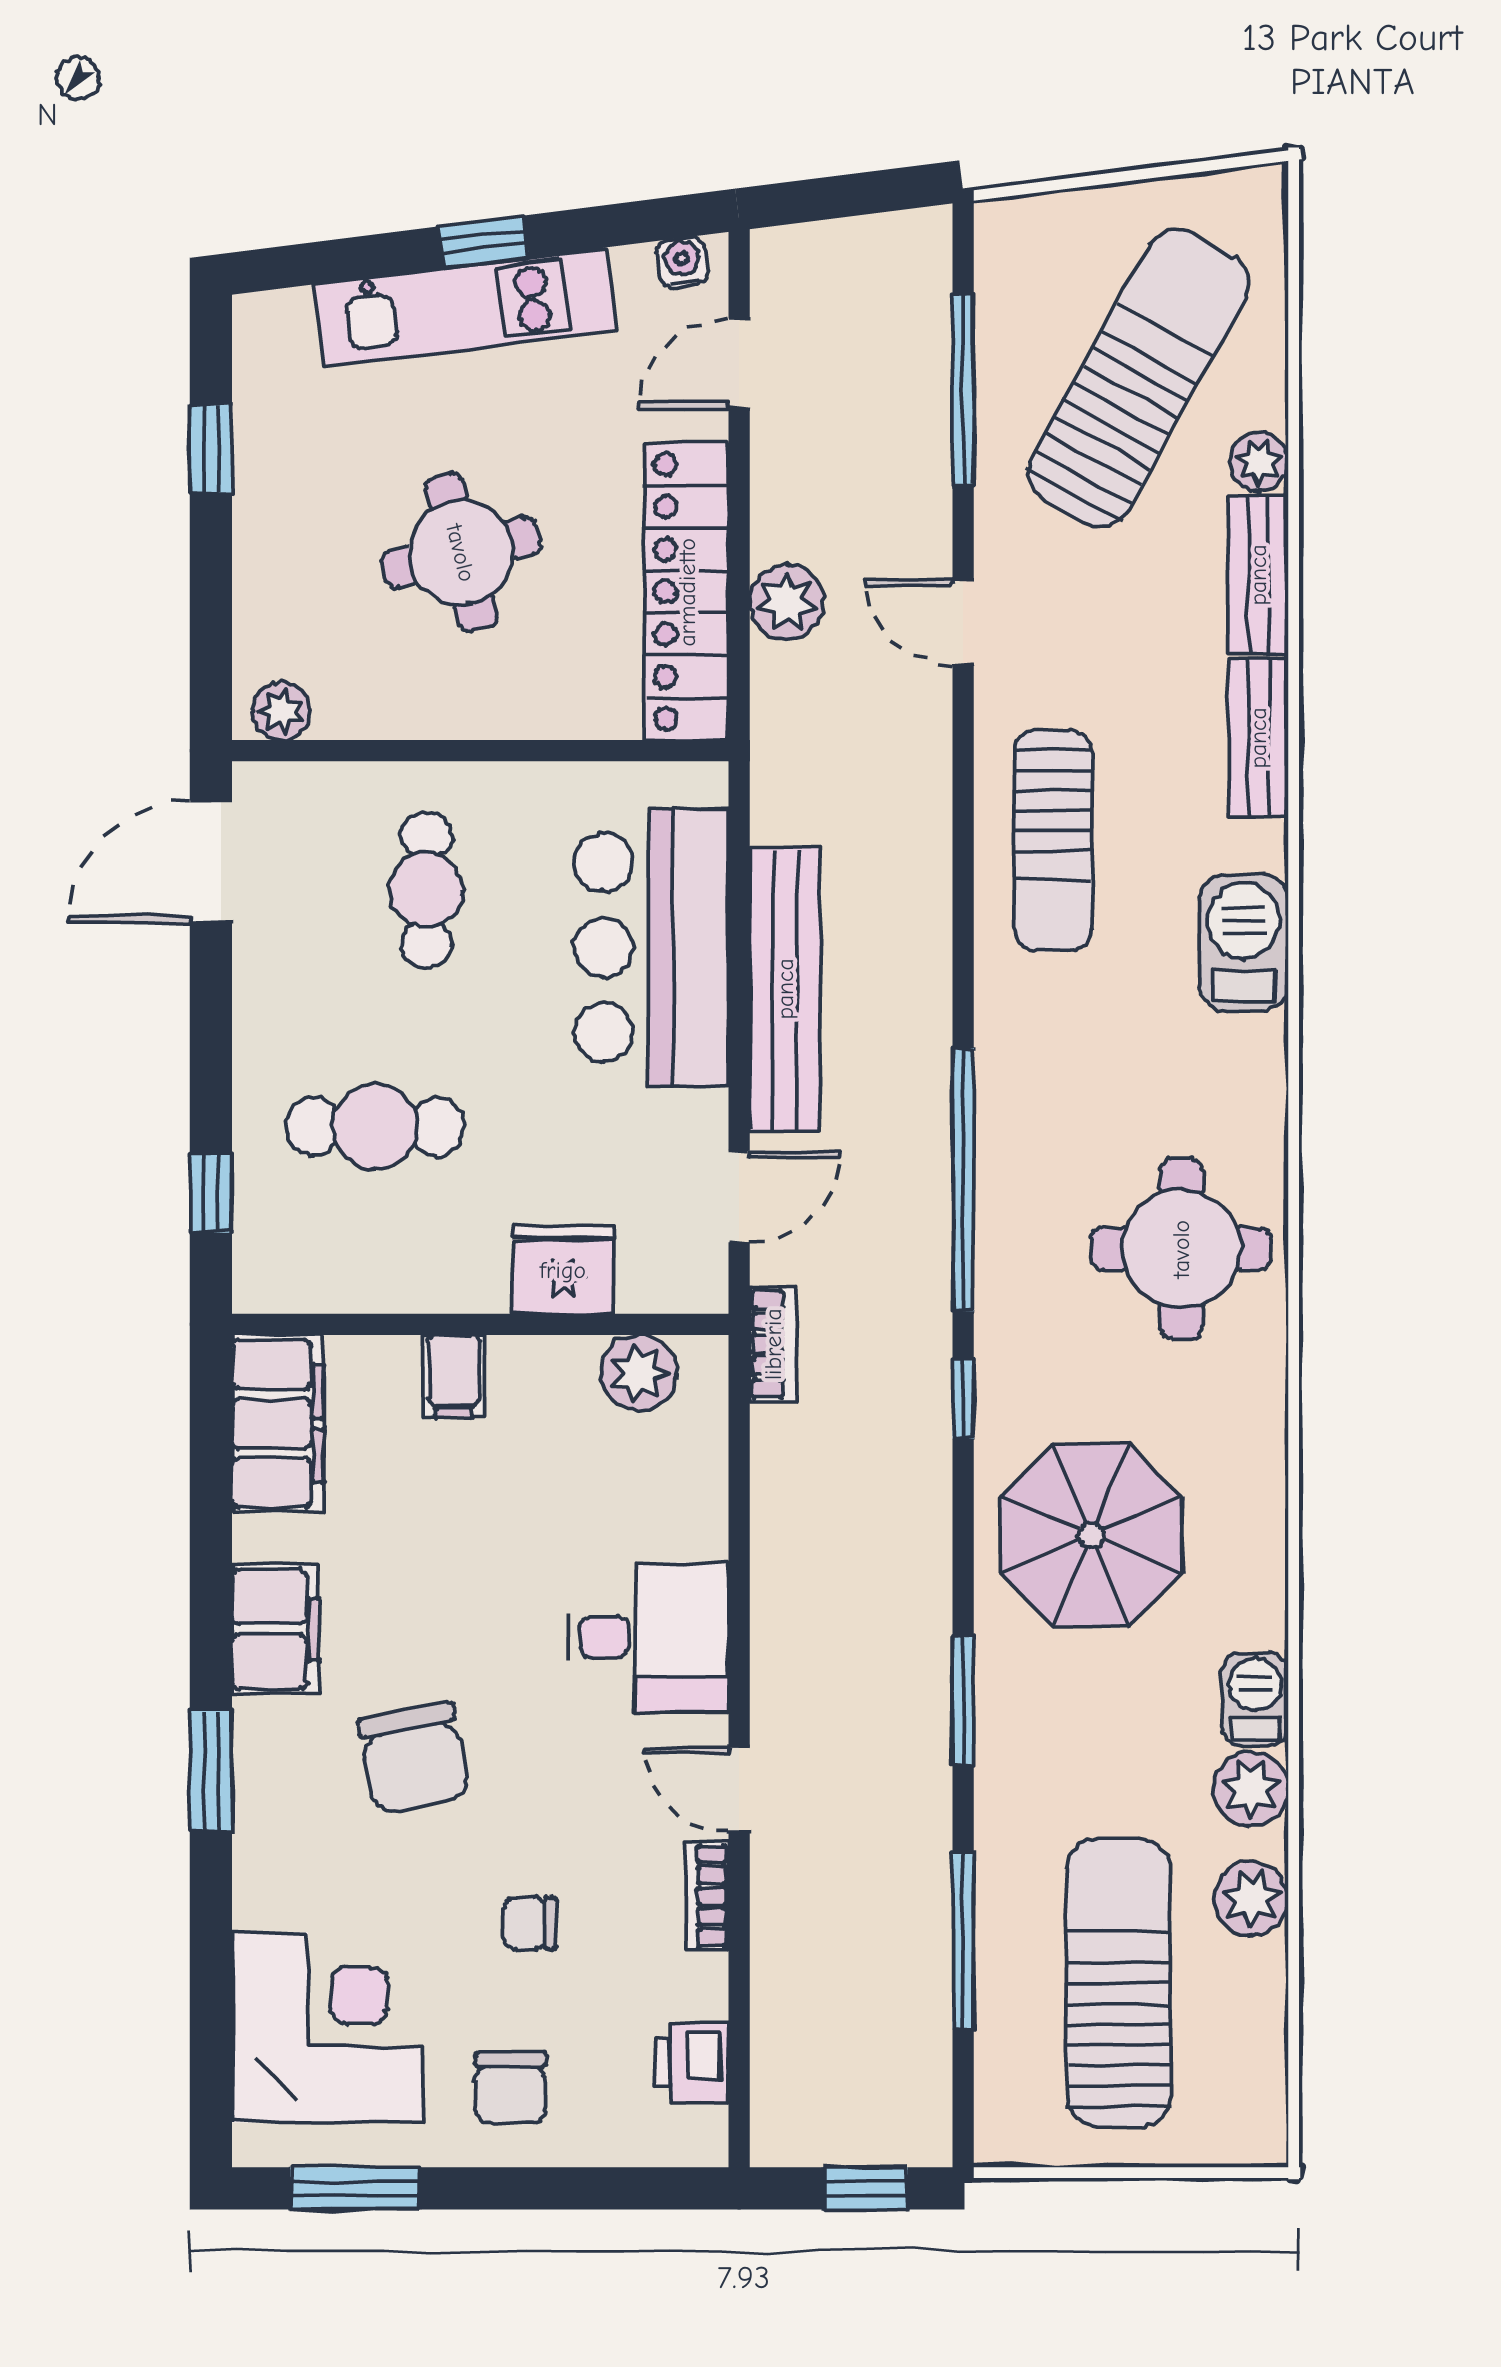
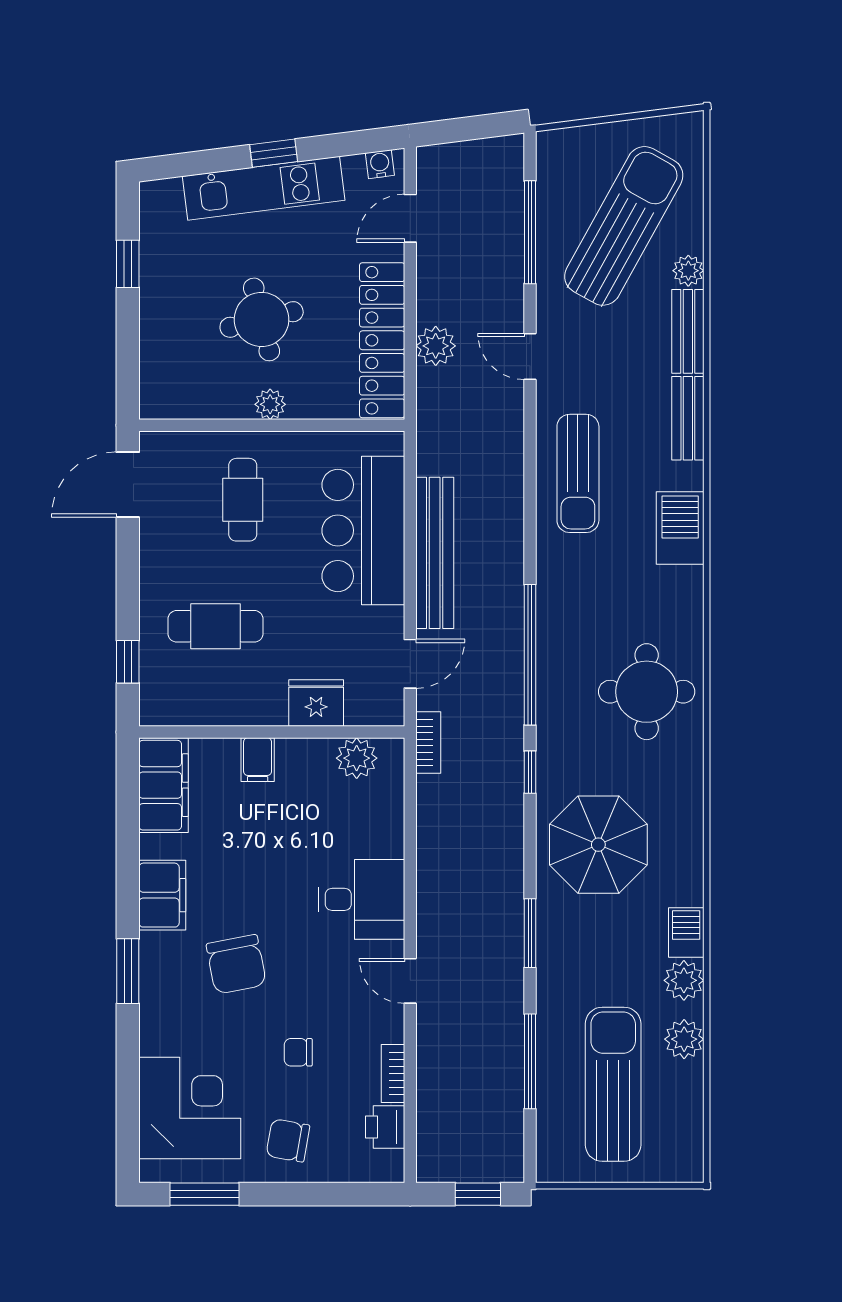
plant: (282, 711) -> (270, 404), moved
bookcase: (707, 1896) -> (393, 1073), moved
chair: (510, 2088) -> (288, 1140), turned 100

